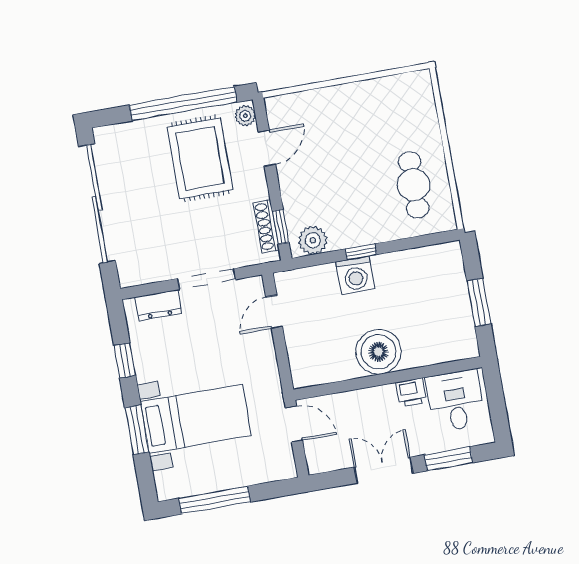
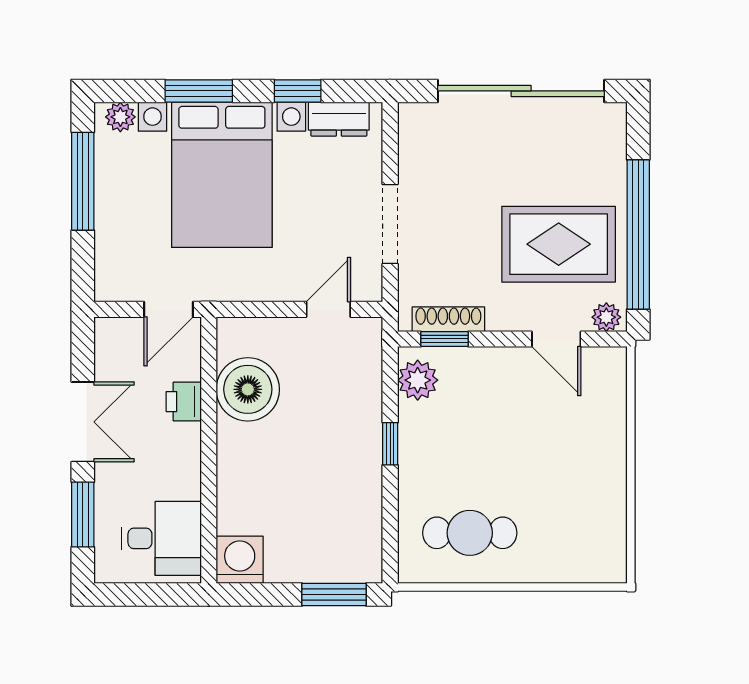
washing machine: (355, 275) -> (240, 560), moved, turned 90
window: (479, 302) -> (334, 594), moved
dresser: (158, 305) -> (339, 119), moved, turned -90
door: (274, 312) -> (328, 309), hinge flipped
boiler: (378, 352) -> (248, 389), moved
printer: (411, 392) -> (184, 402), moved
bed with nightstands: (196, 419) -> (222, 175), width x1.36
plant: (165, 482) -> (120, 117), added

